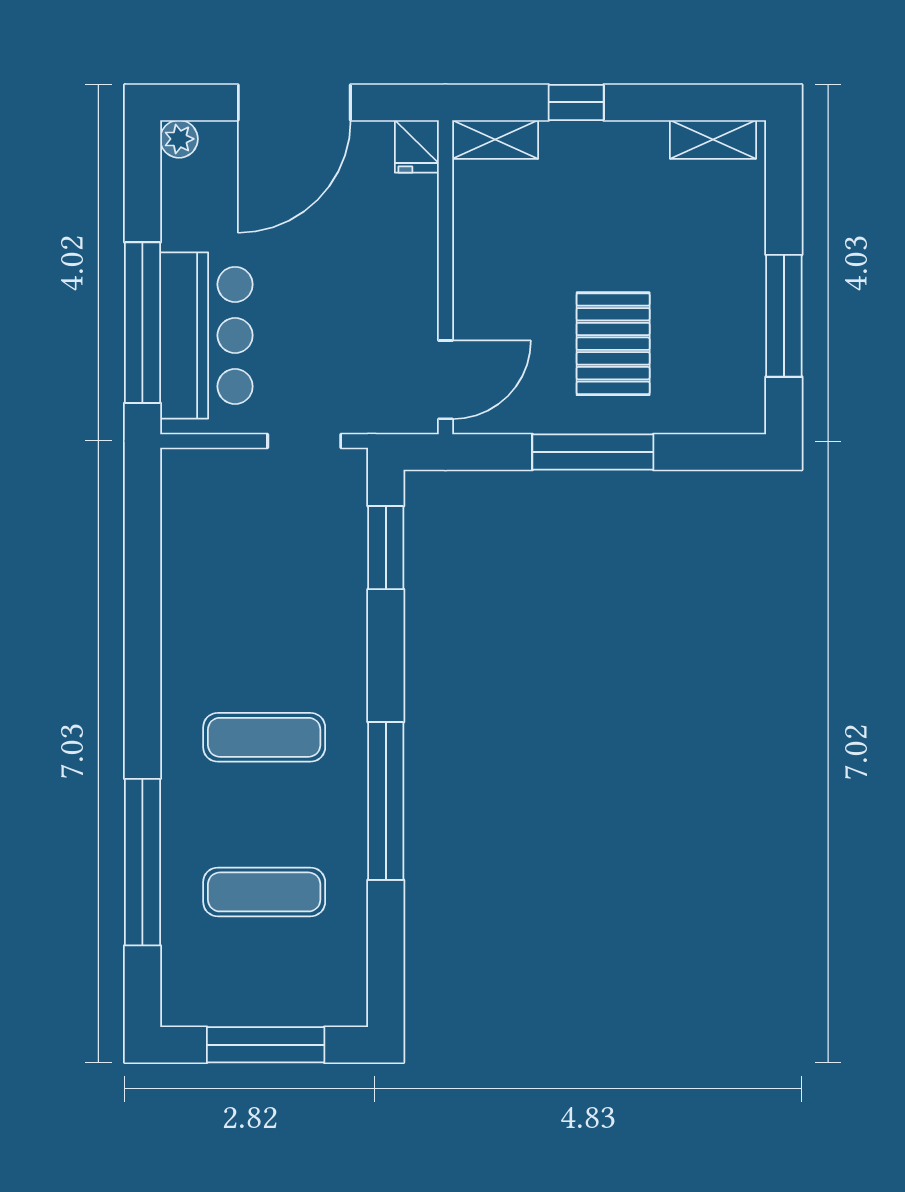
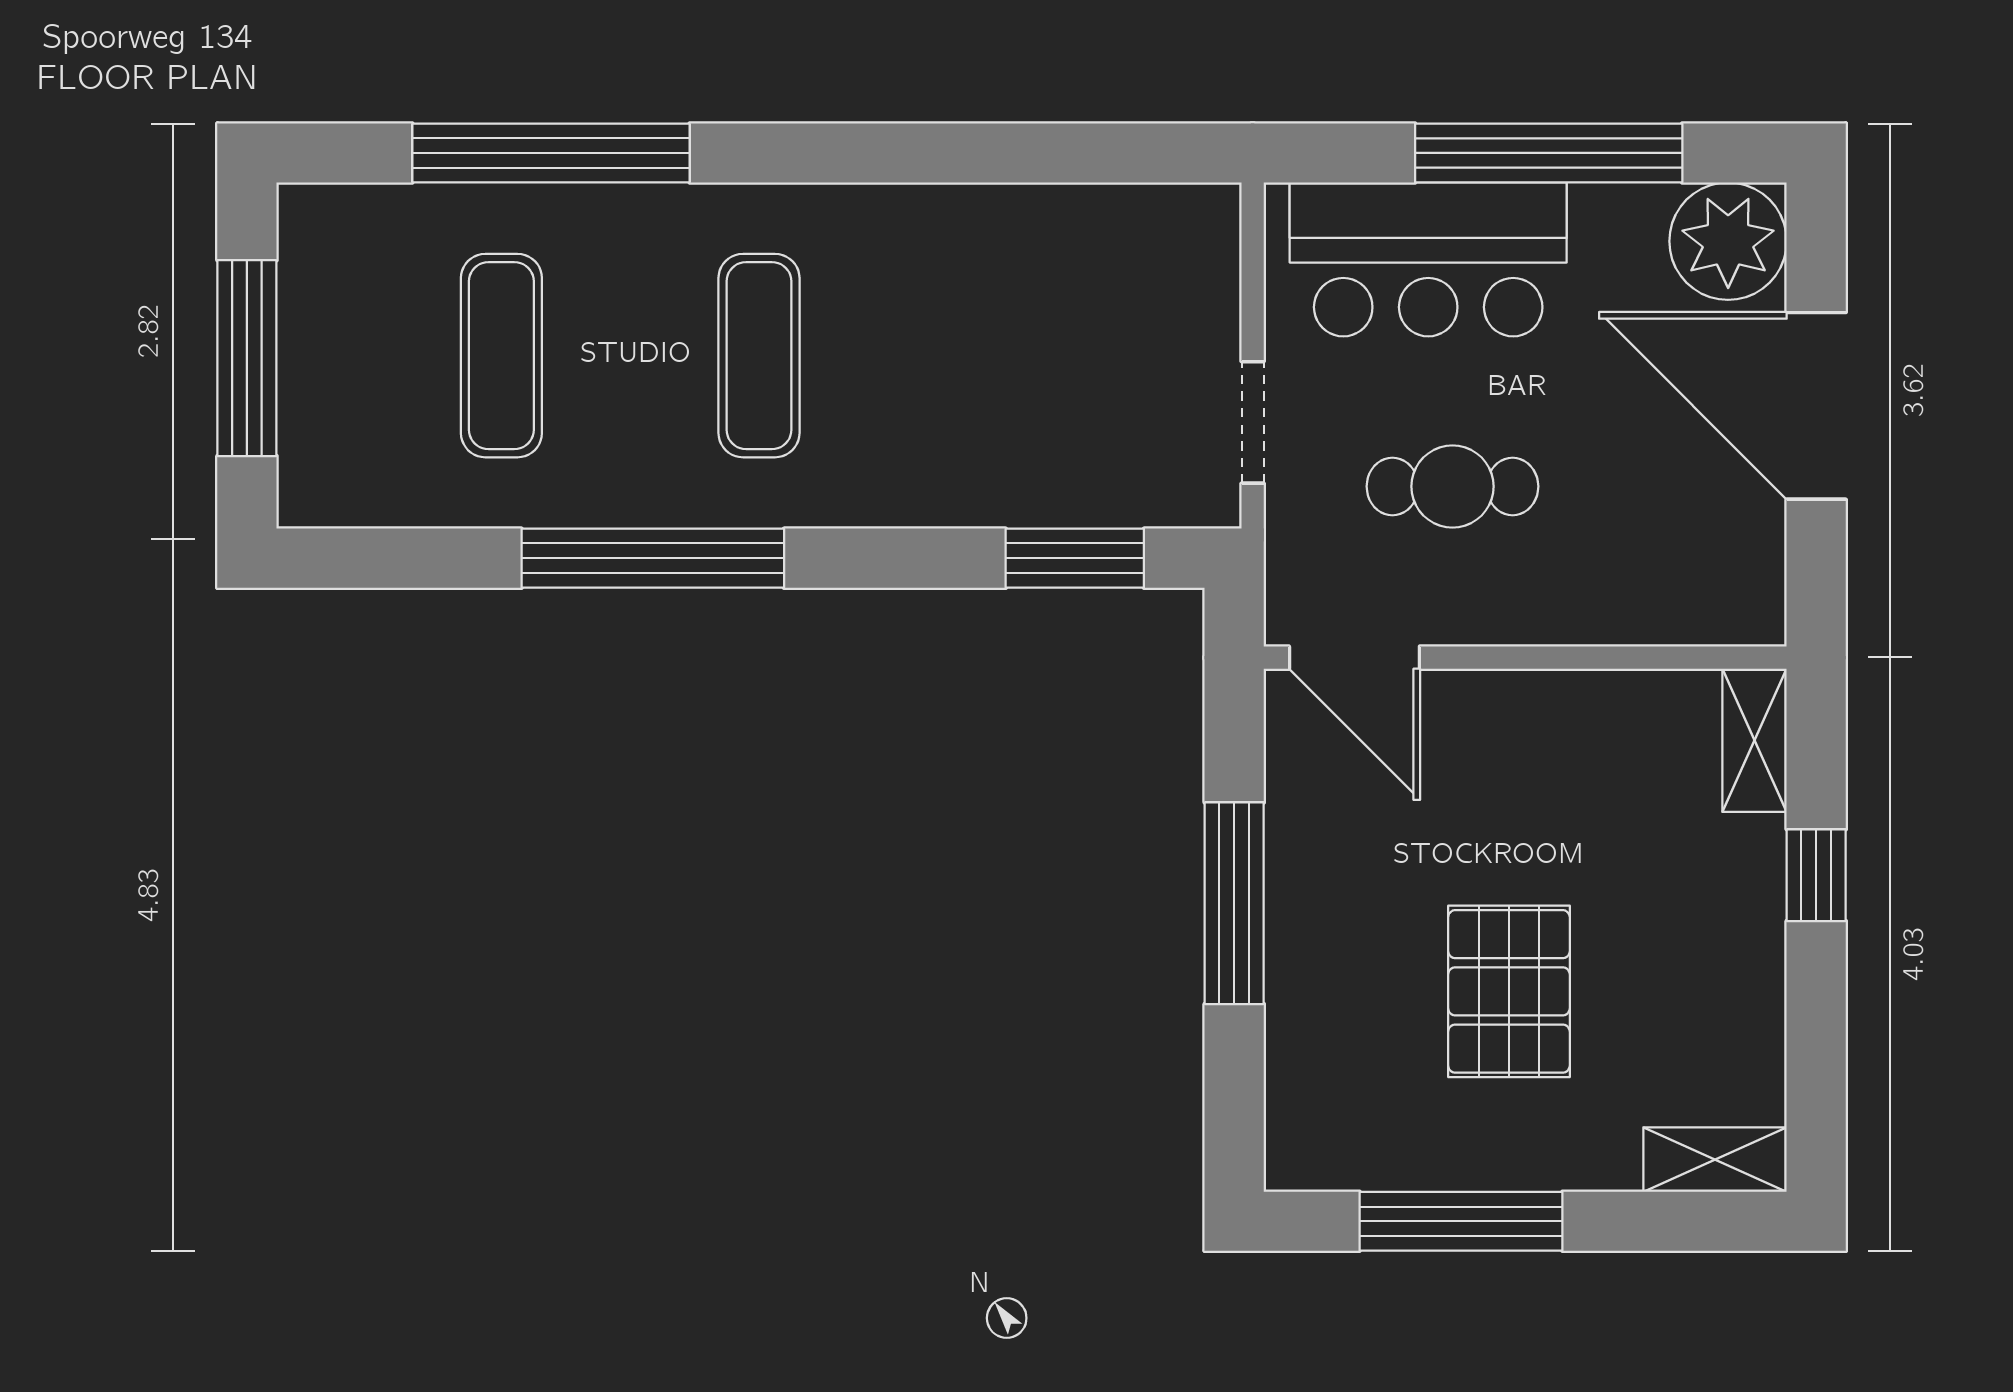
plant: (179, 139) -> (1728, 241), width x1.88, depth x1.88
shelving: (713, 140) -> (1715, 1160), moved, turned 90
fridge: (417, 146) -> (1743, 610), removed
cafe table: (343, 321) -> (1452, 486), added
window: (142, 323) -> (1549, 153), moved
pallet: (613, 344) -> (1509, 991), moved, turned 90

